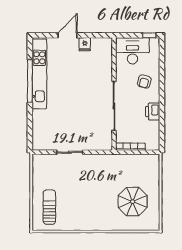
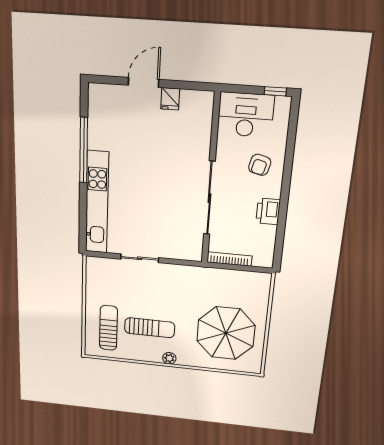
kitchen unit: (39, 74) -> (97, 203), moved
parasol: (133, 202) -> (226, 333), width x1.36, depth x1.36
sun lounger: (79, 204) -> (150, 328), added
plant: (94, 226) -> (169, 358), added

